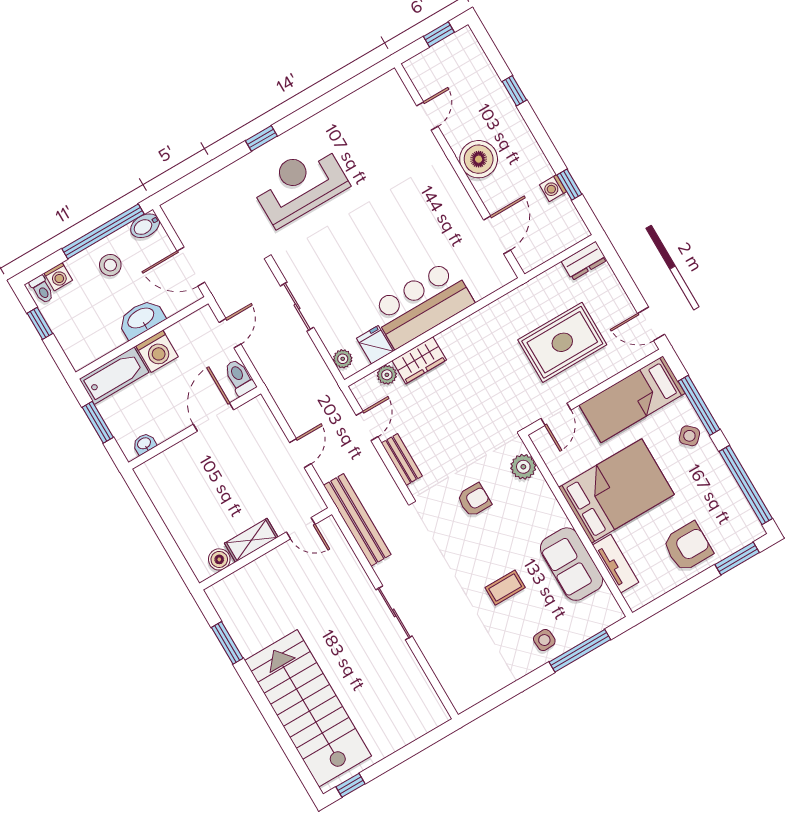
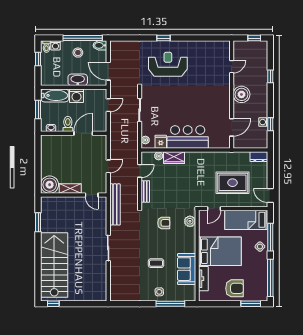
toilet: (239, 377) -> (68, 124), moved
boiler: (219, 559) -> (50, 185), width x1.86, depth x1.86

